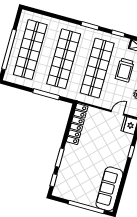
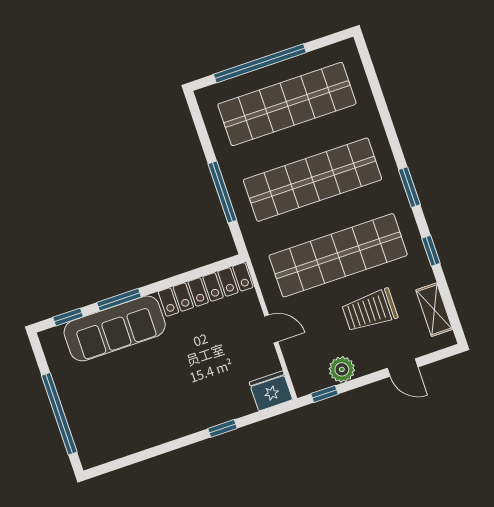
door: (117, 113) -> (271, 329), moved
sofa: (109, 189) -> (115, 328), moved, turned 180

